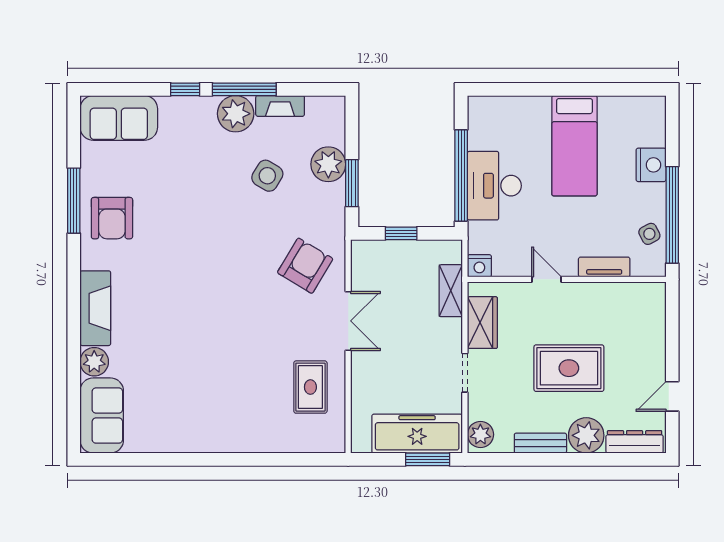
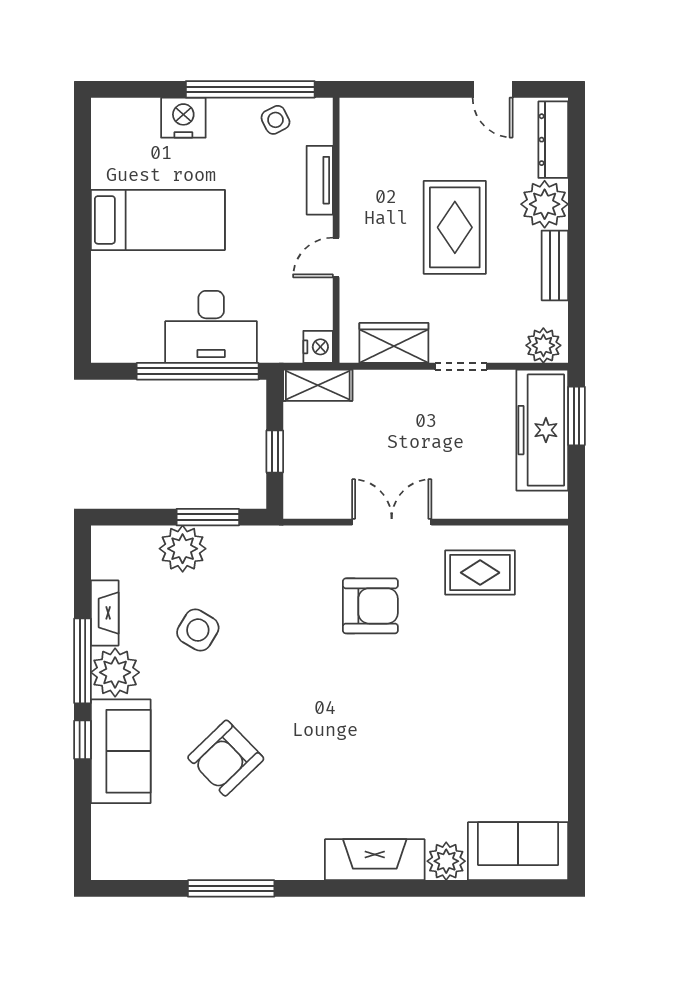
sofa: (119, 118) -> (121, 751), moved
armchair: (112, 218) -> (226, 758), moved, turned 136
armchair: (305, 266) -> (370, 606), moved, turned 149
shelving: (451, 291) -> (318, 385), moved

